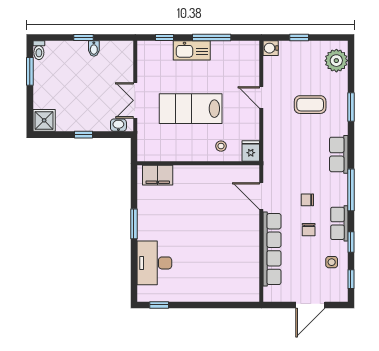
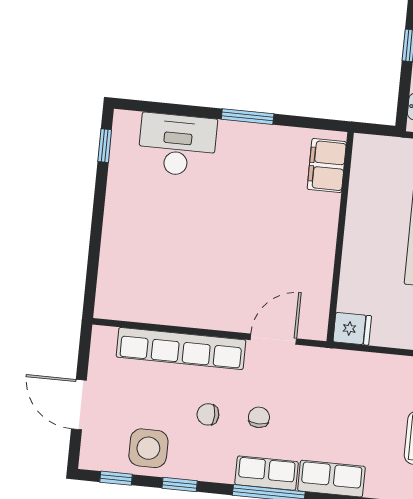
stool: (221, 146) -> (366, 279), removed
row of seats: (339, 223) -> (267, 473), moved
side table: (332, 262) -> (148, 448), width x1.87, depth x1.87

